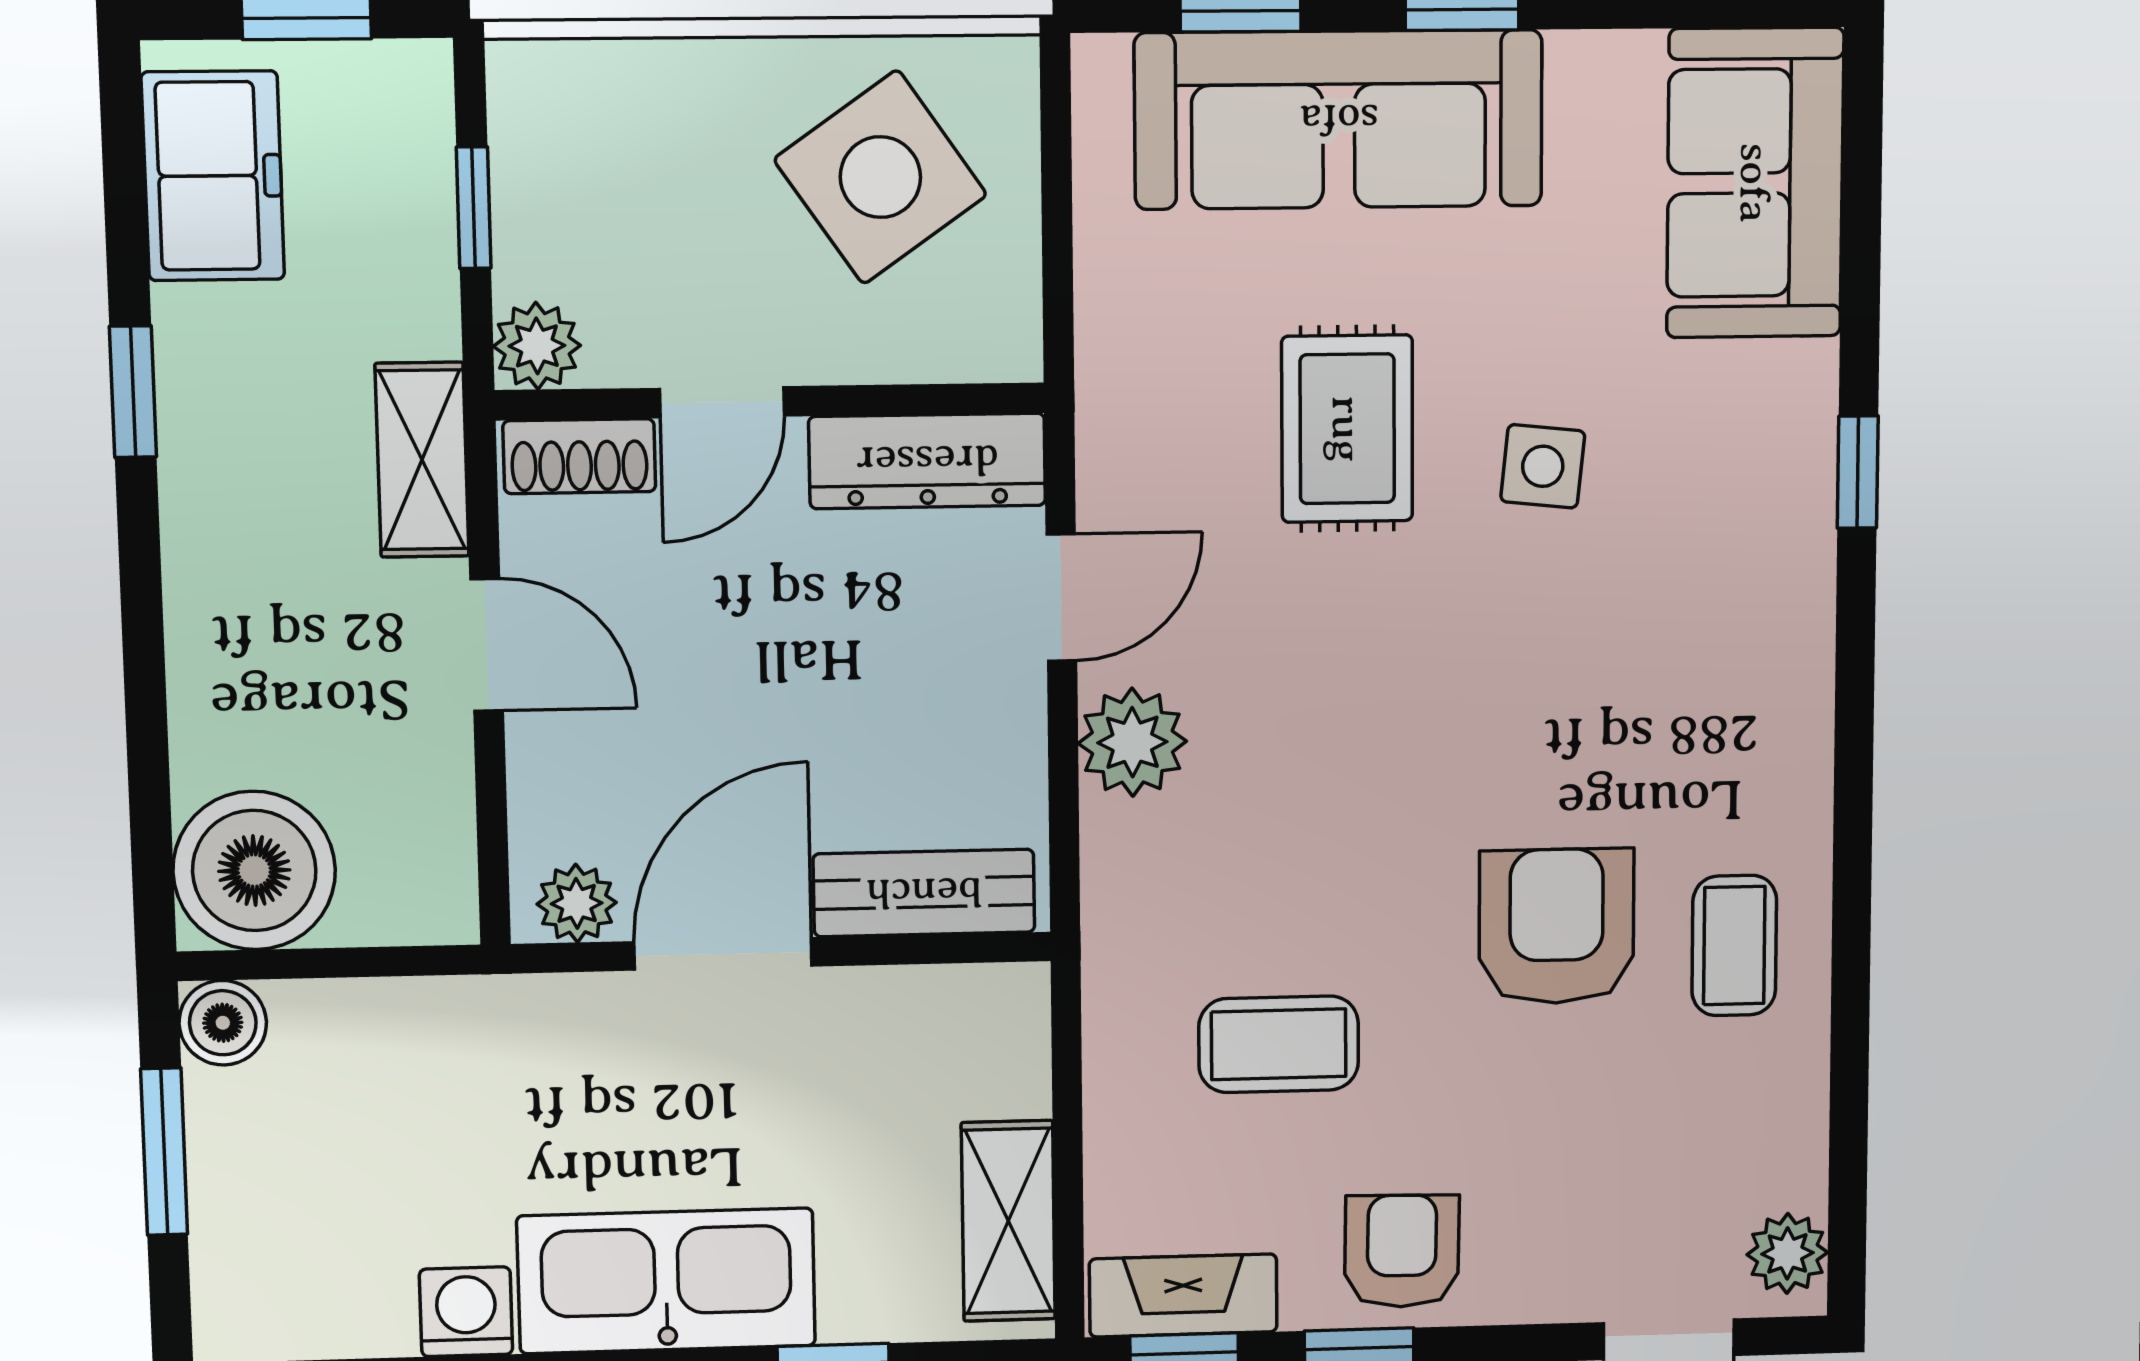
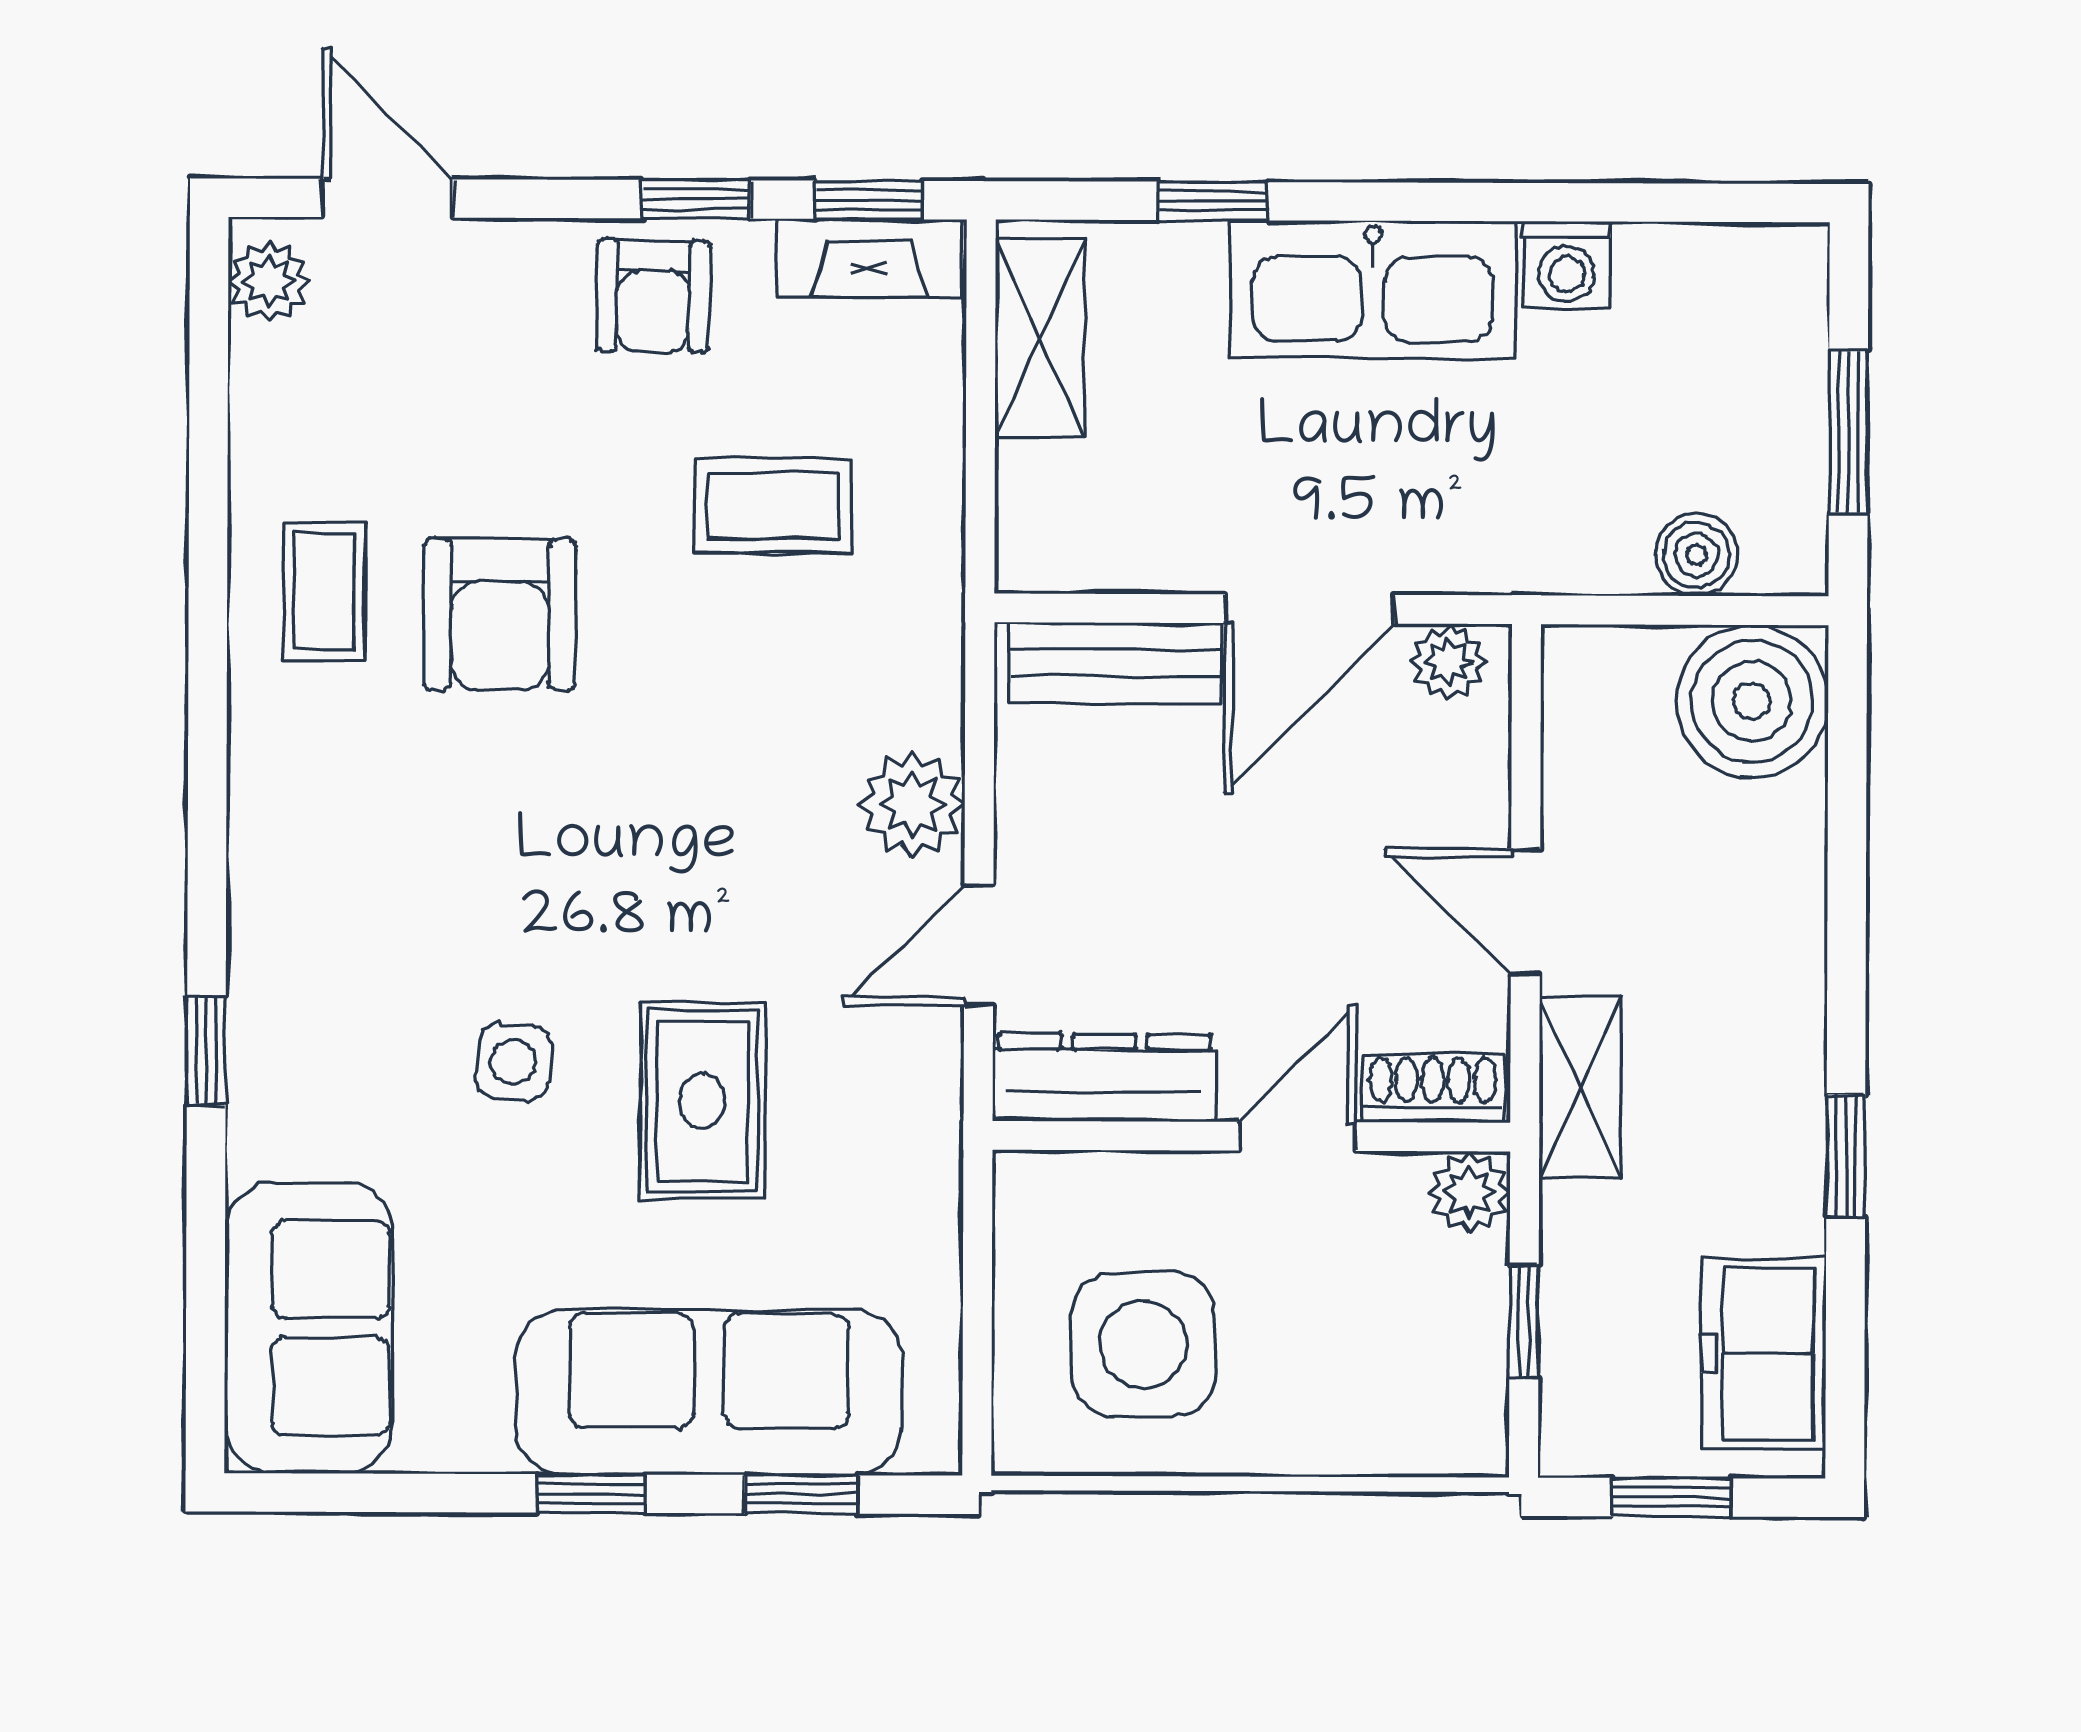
side table: (880, 177) -> (1143, 1345), turned 35
boiler: (223, 1023) -> (1697, 555), moved

